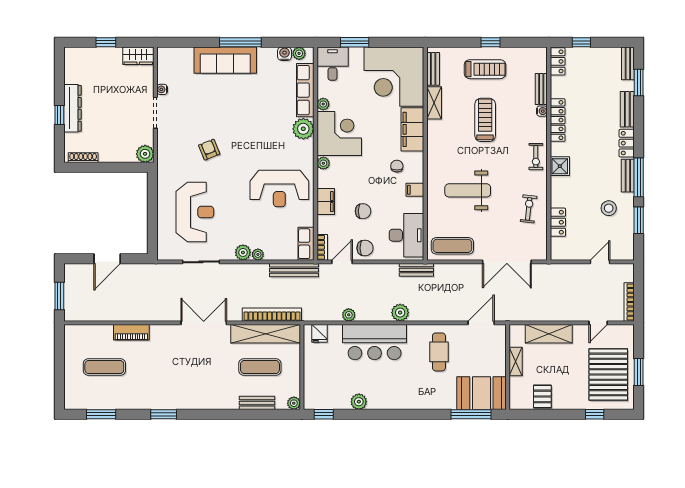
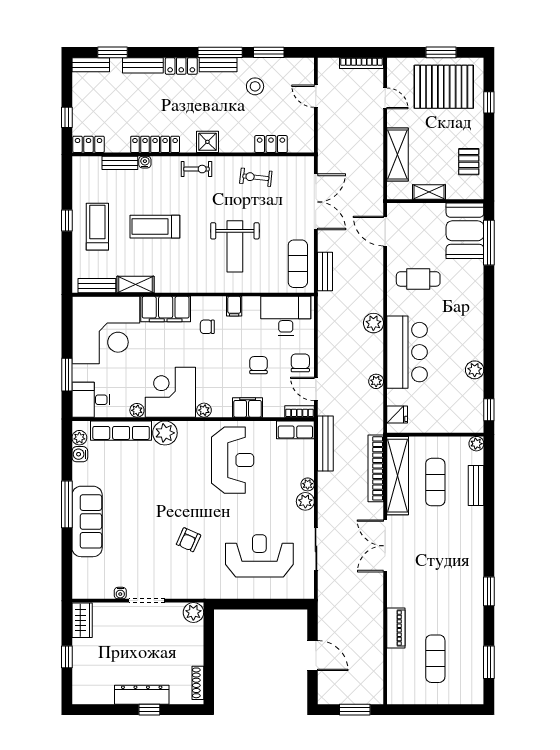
armchair: (209, 150) -> (189, 540), turned -44
bench: (416, 270) -> (325, 272), moved
pallet: (542, 396) -> (469, 162), turned 90

